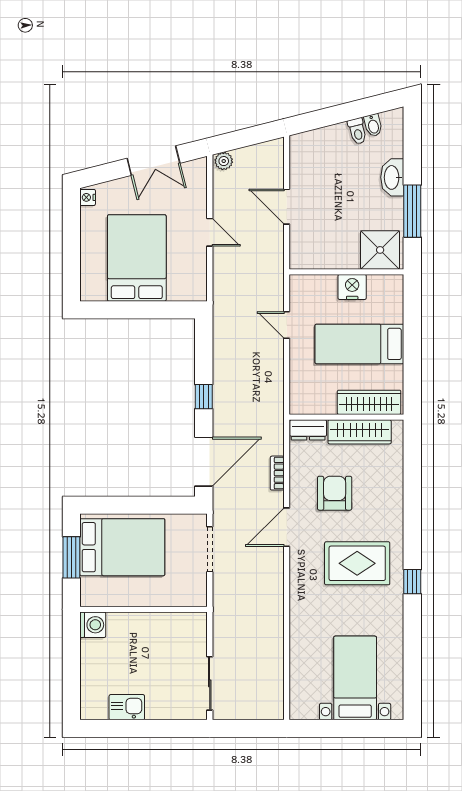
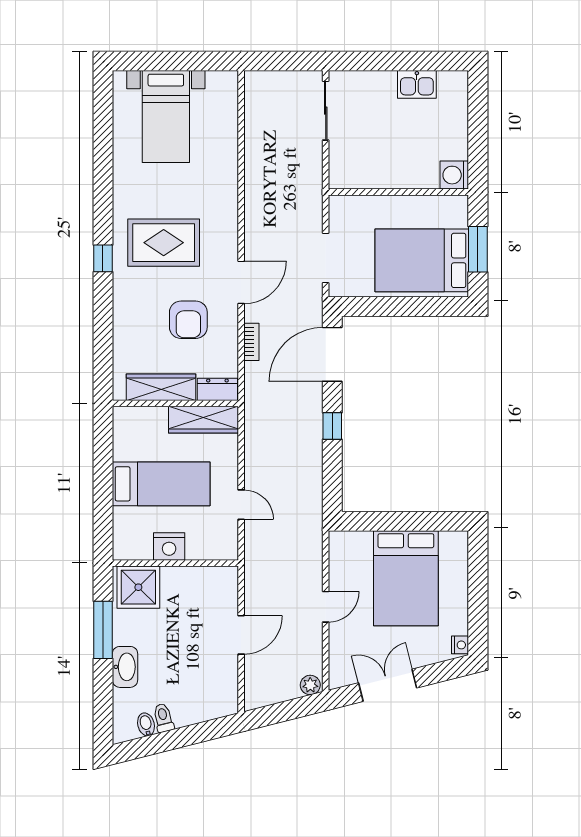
door: (287, 207) -> (241, 635), hinge flipped
door: (210, 232) -> (326, 607), swing flipped
wardrobe: (369, 402) -> (203, 420), moved
window: (412, 582) -> (103, 258), moved

